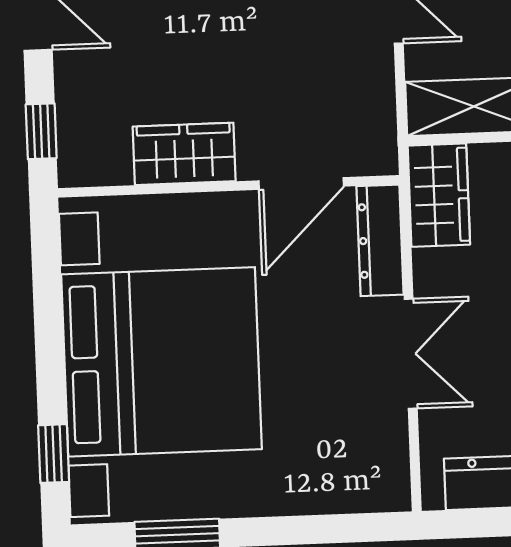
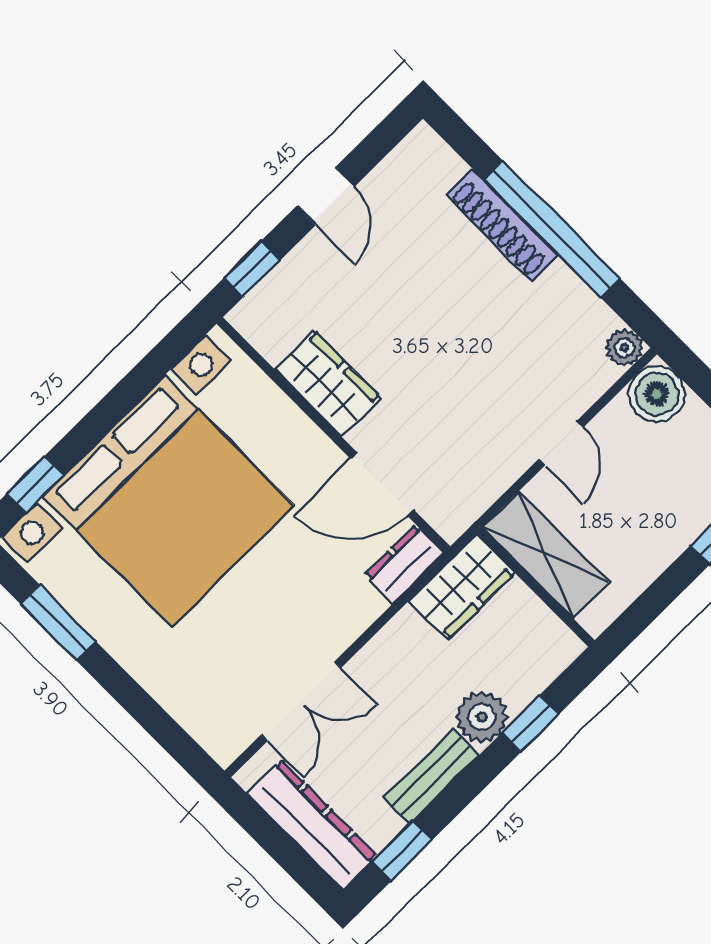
dresser: (380, 240) -> (404, 564), width x0.70
double door: (411, 354) -> (301, 702), moved

